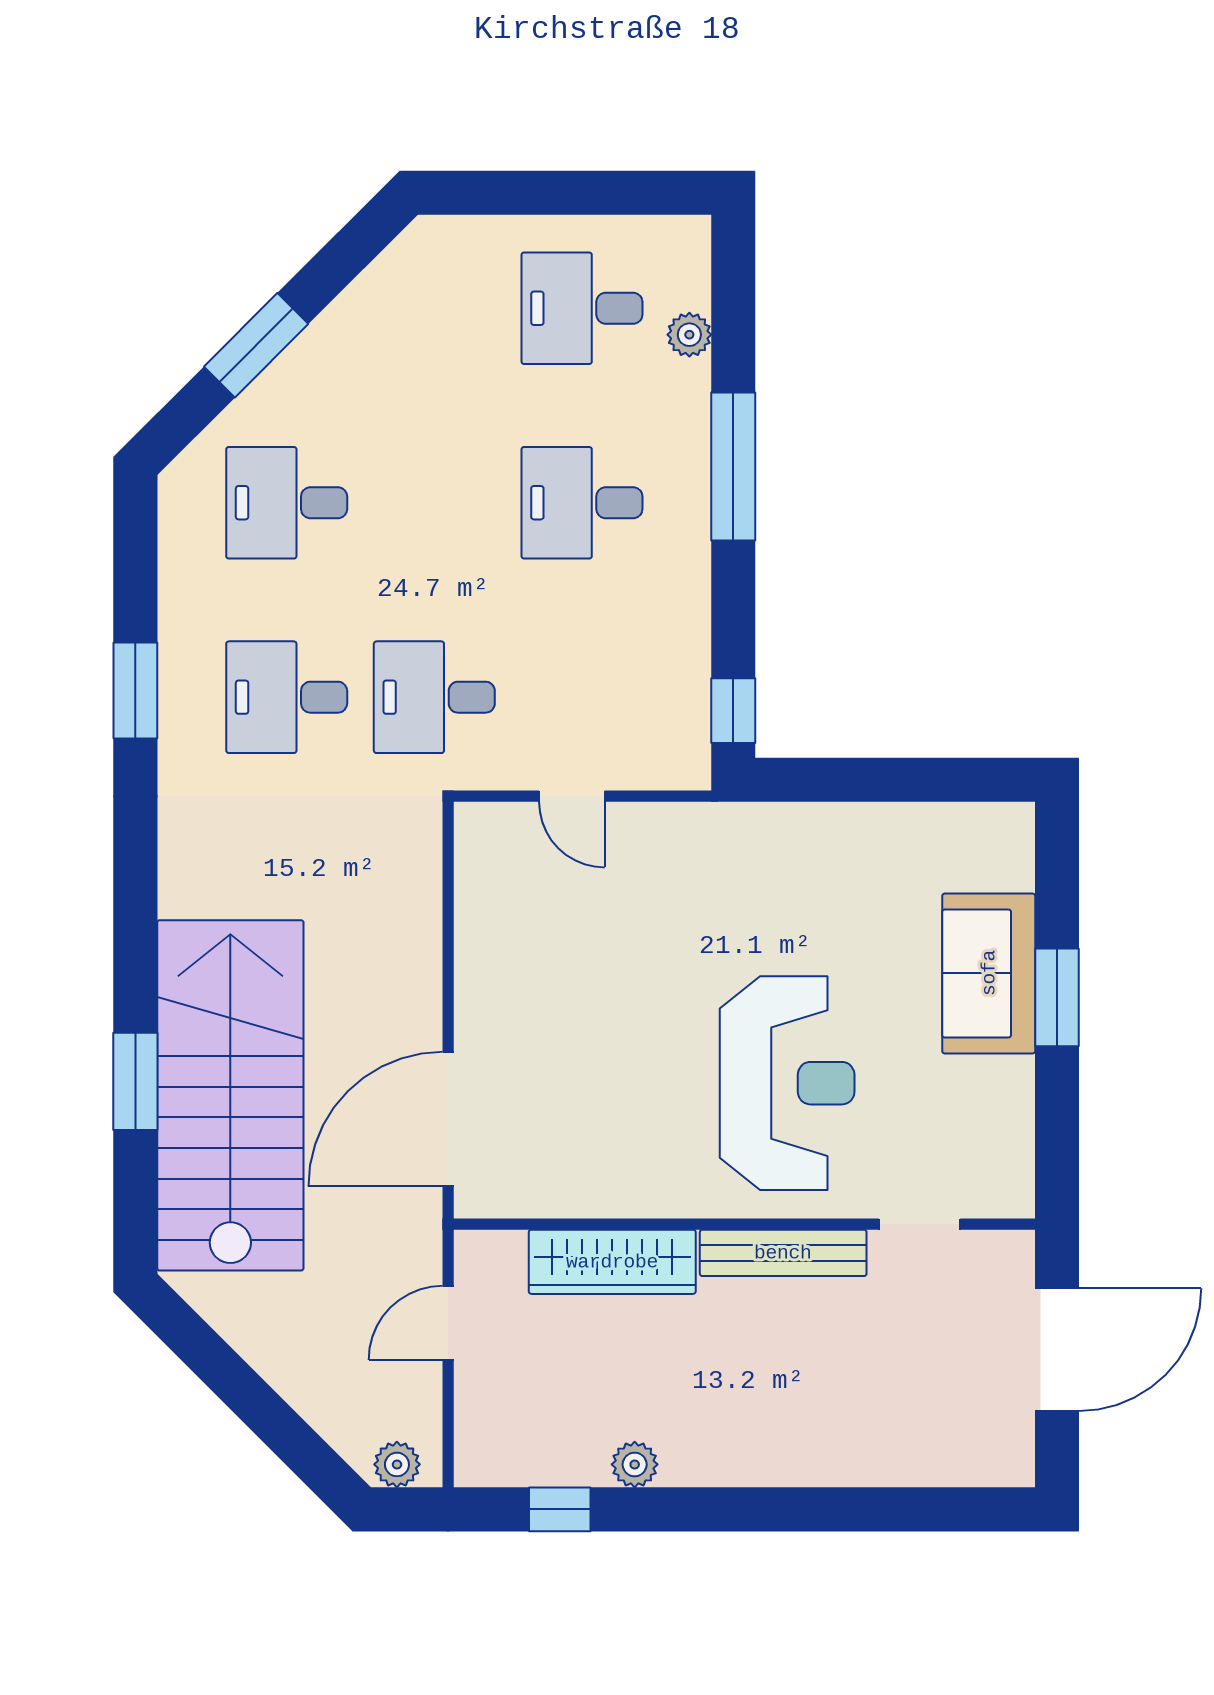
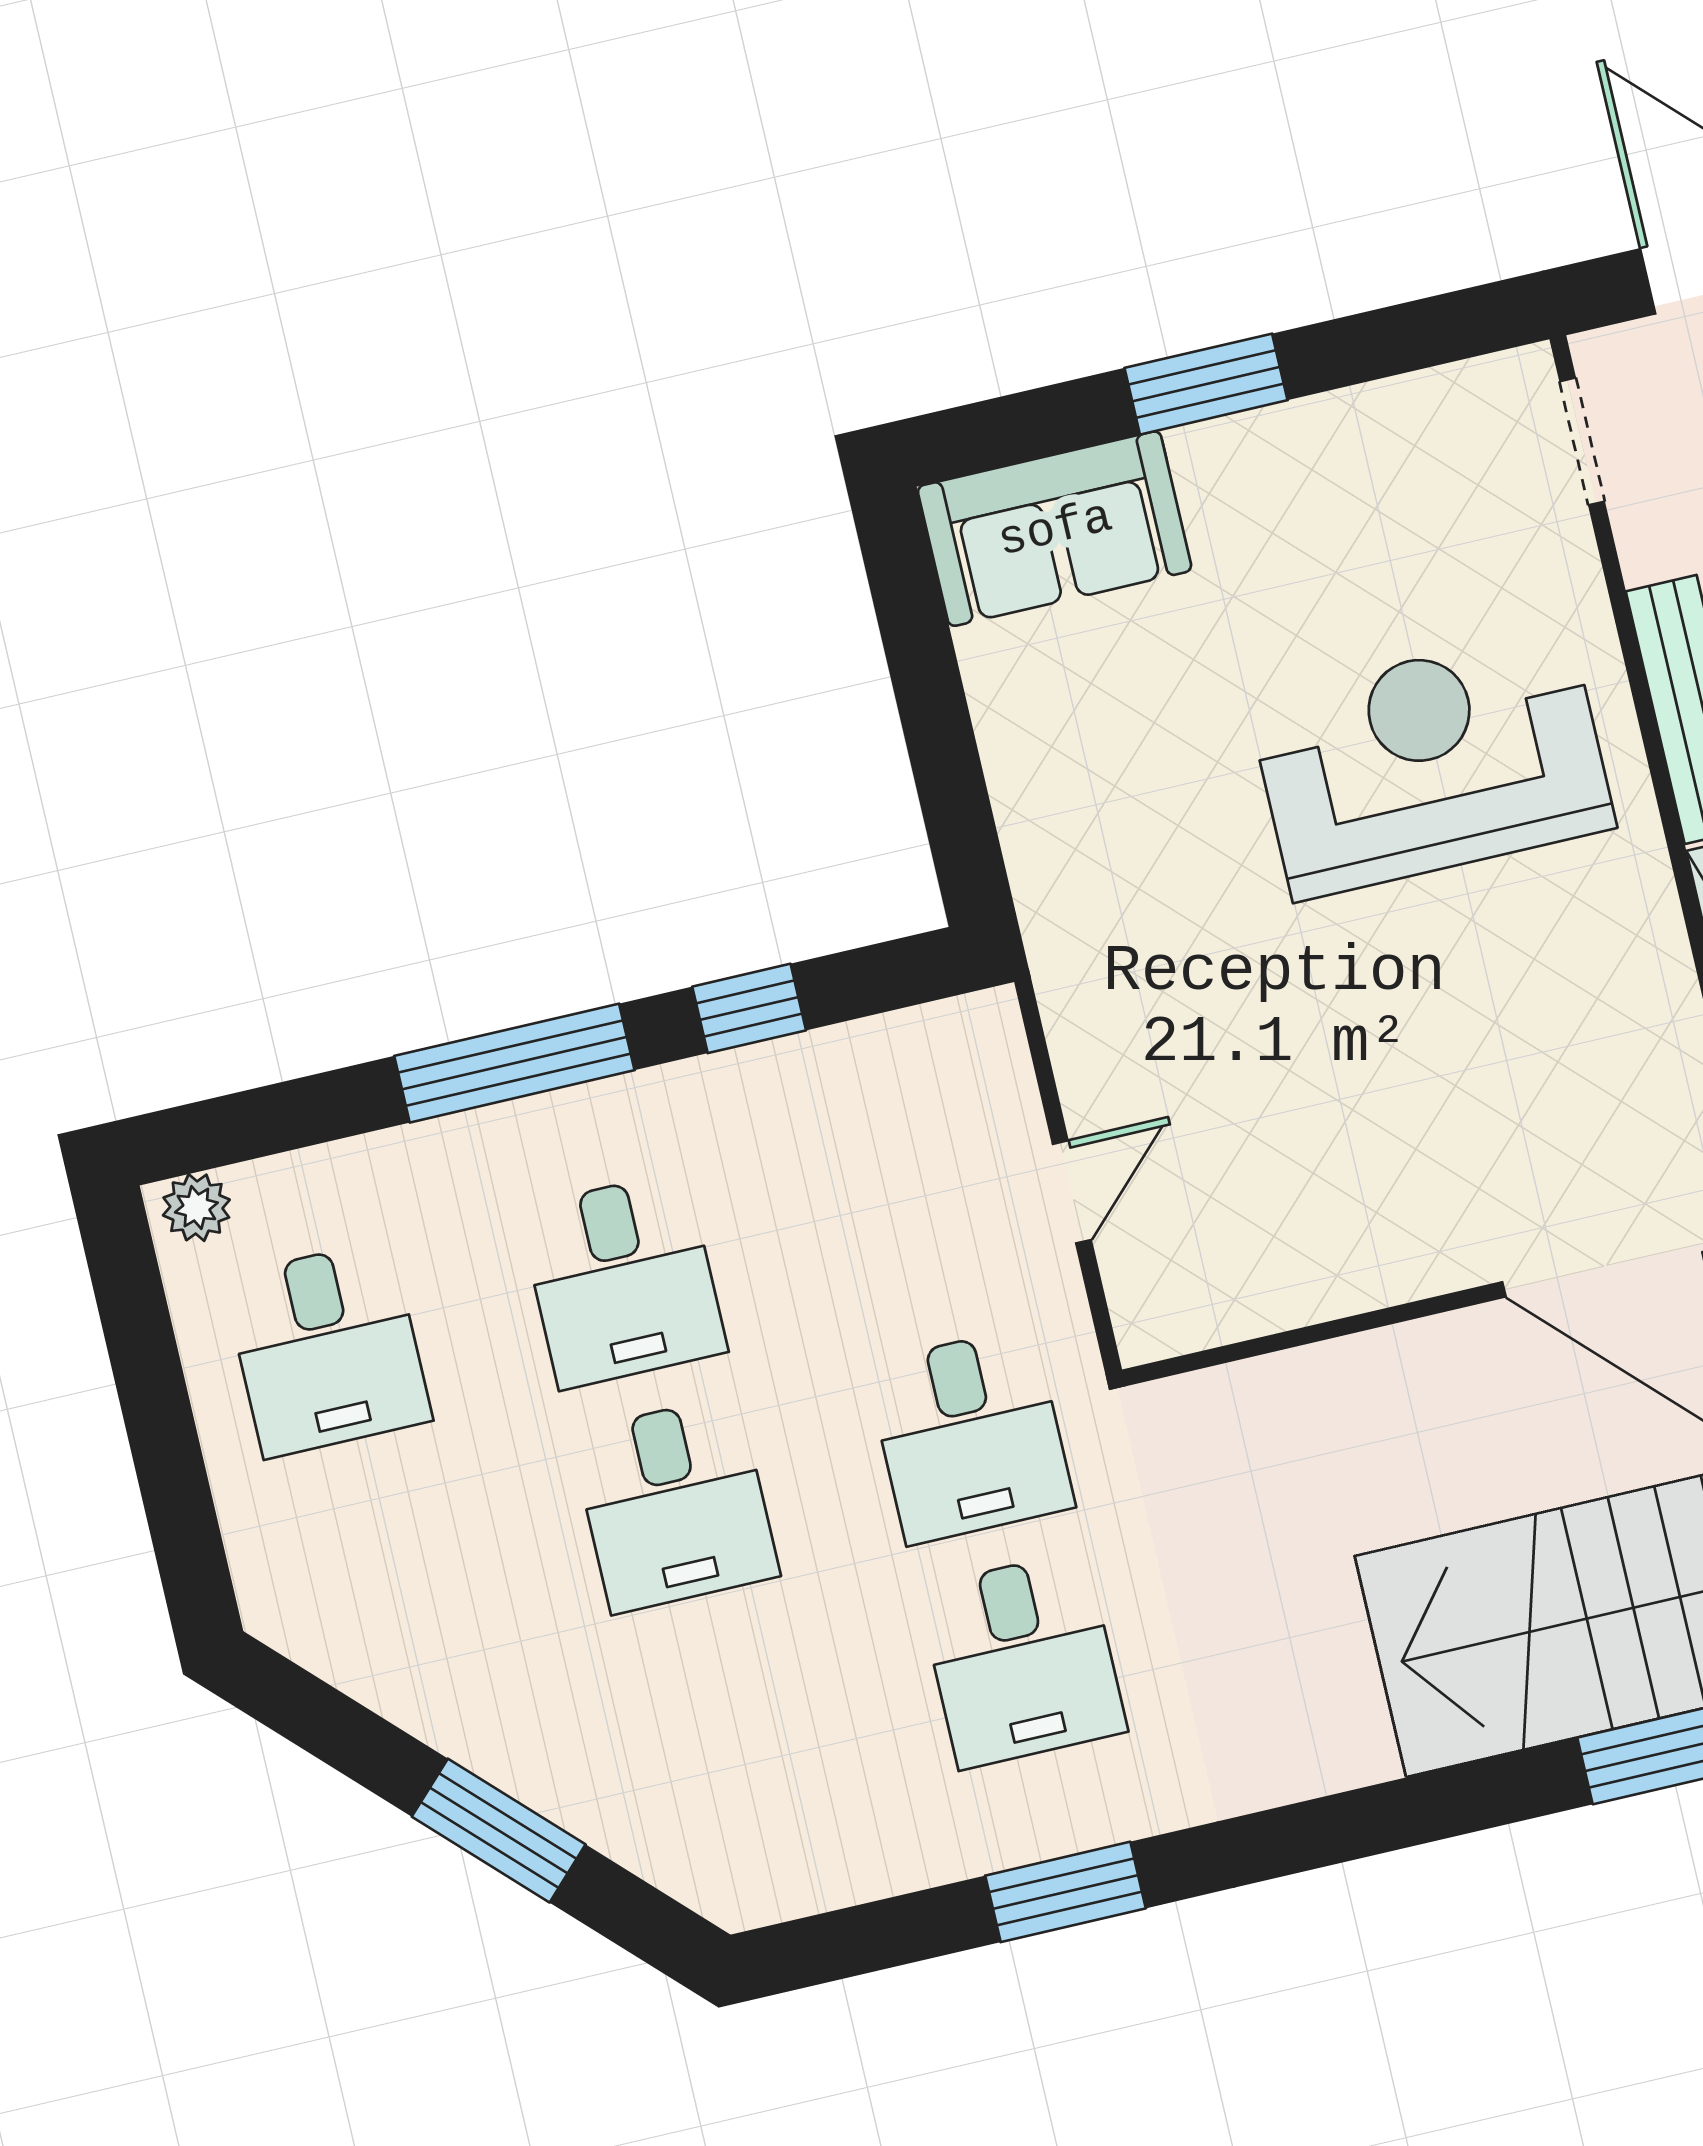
plant: (689, 335) -> (196, 1207), moved
desk: (287, 503) -> (675, 1504), moved
window: (733, 711) -> (749, 1008), moved
sofa: (989, 973) -> (1055, 529), moved
doorway: (919, 1224) -> (1582, 441), moved

